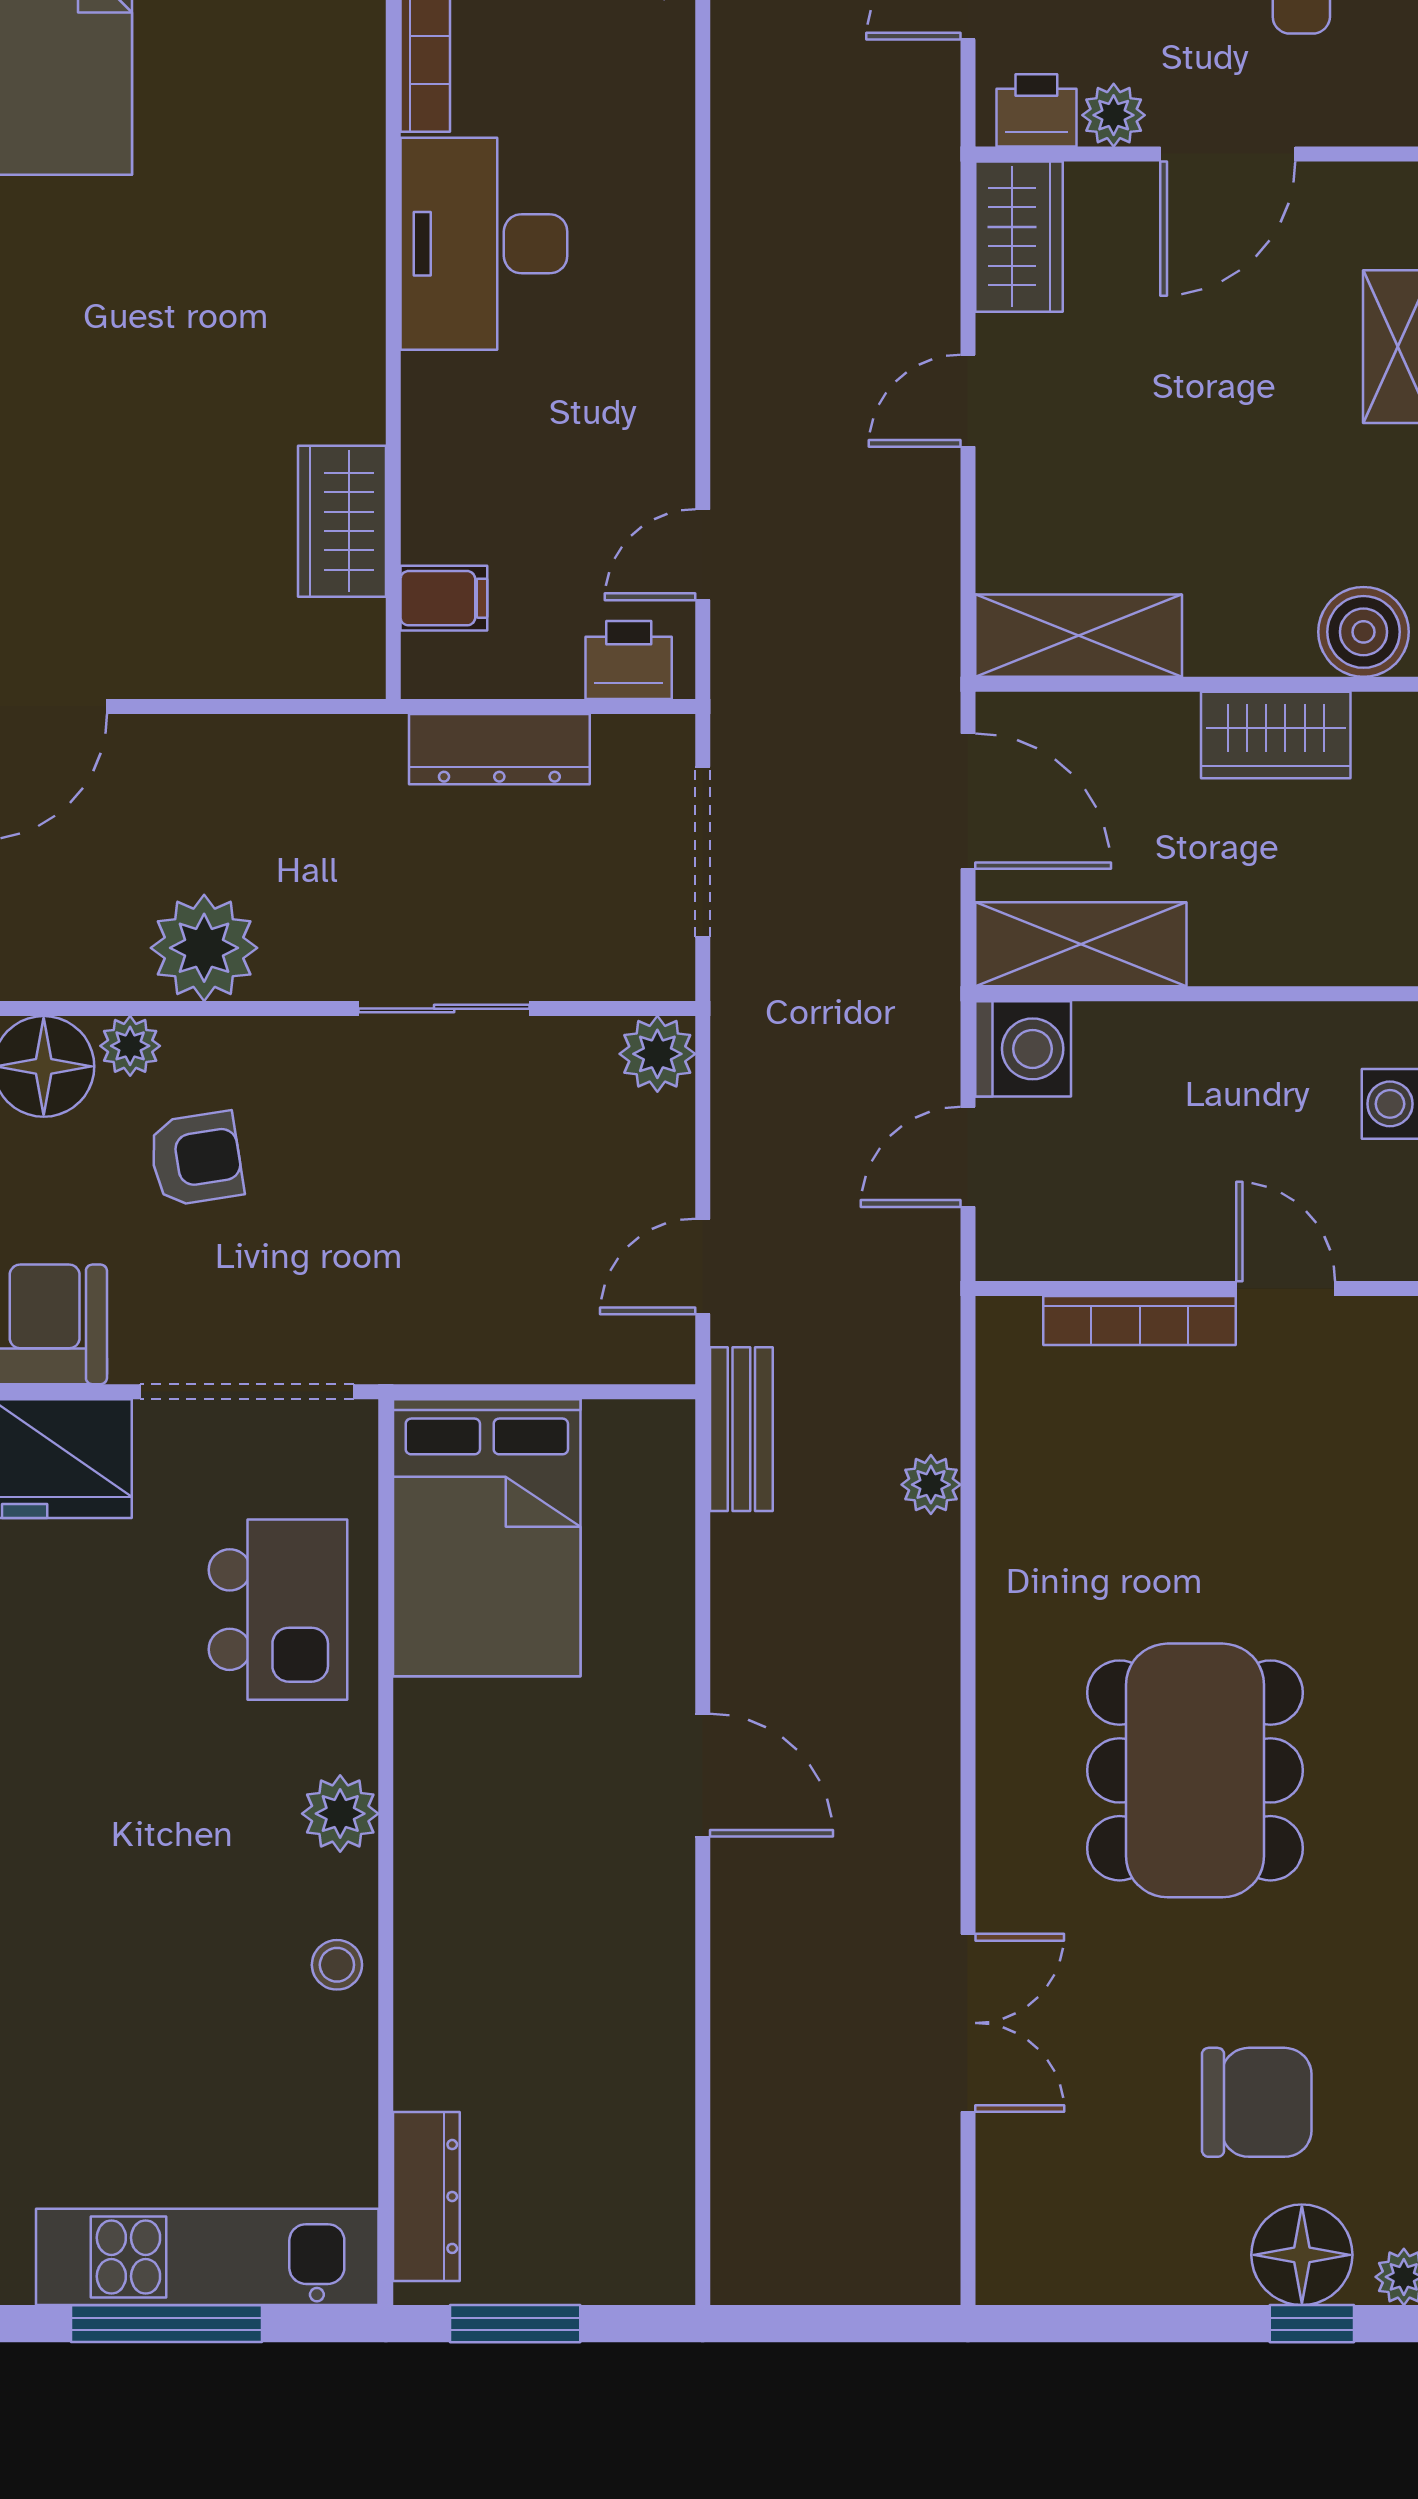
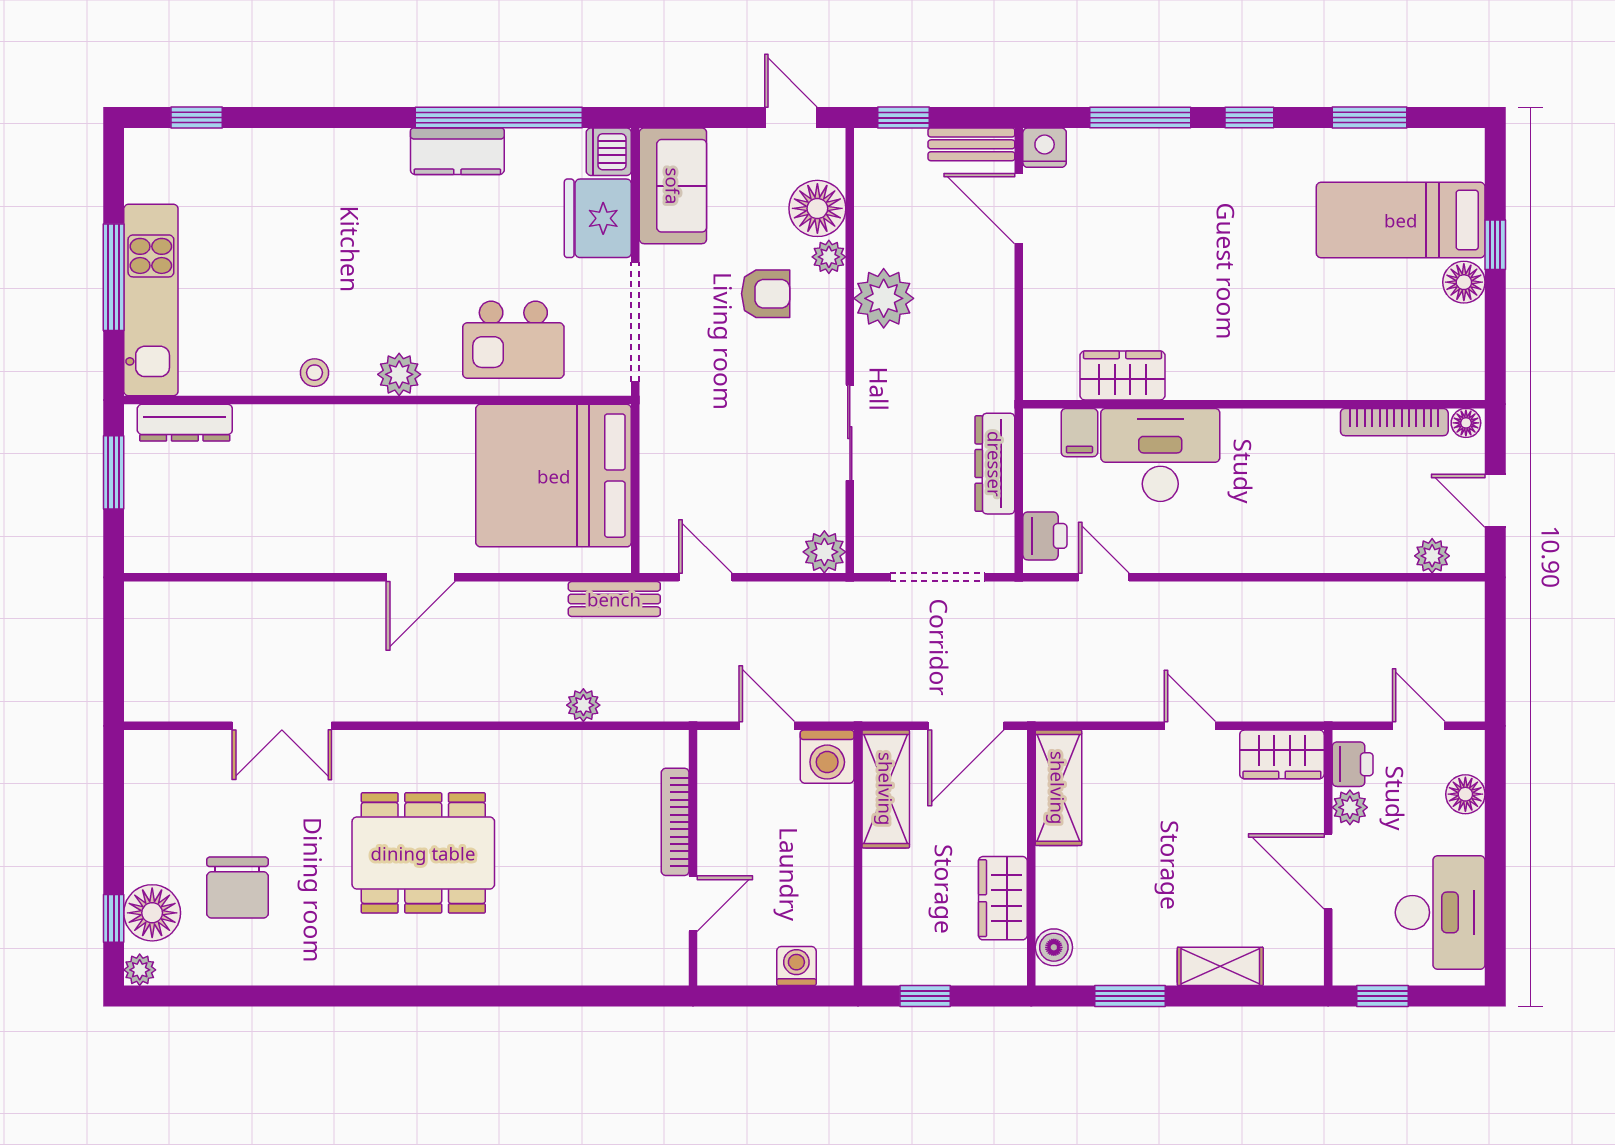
desk: (484, 244) -> (1160, 455), moved
boiler: (1363, 632) -> (1054, 947), width x0.73, depth x0.73
armchair: (196, 1159) -> (766, 294), turned -81
bed: (487, 1538) -> (554, 476), width x1.36

